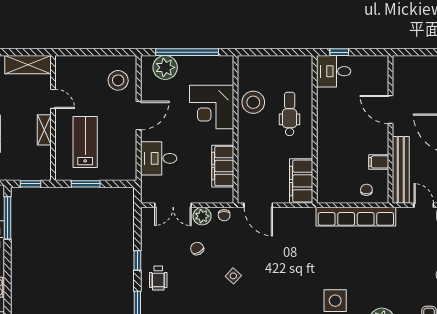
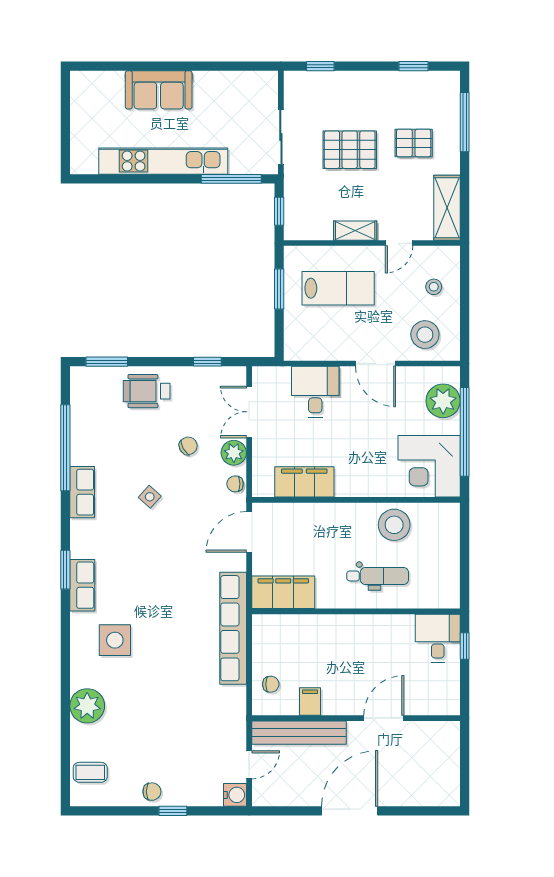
stool: (84, 74) -> (434, 287), added
corner desk: (212, 107) -> (429, 466), moved, turned -90
row of seats: (356, 217) -> (233, 628), moved
window: (137, 260) -> (207, 362), moved
wheelchair: (158, 278) -> (147, 391), width x1.36, depth x1.37

